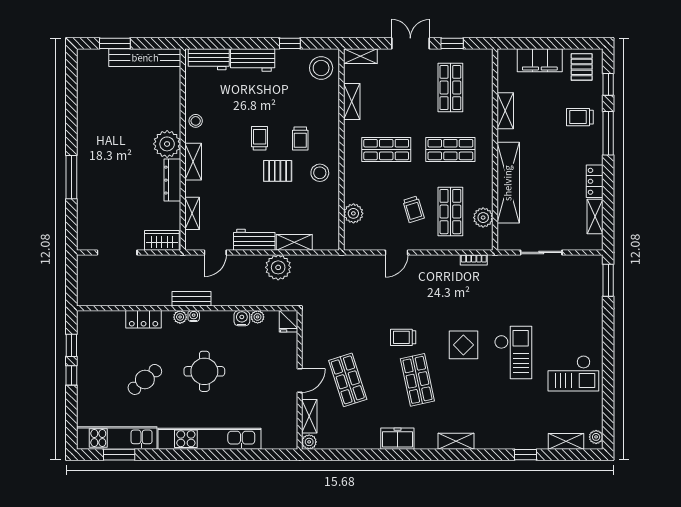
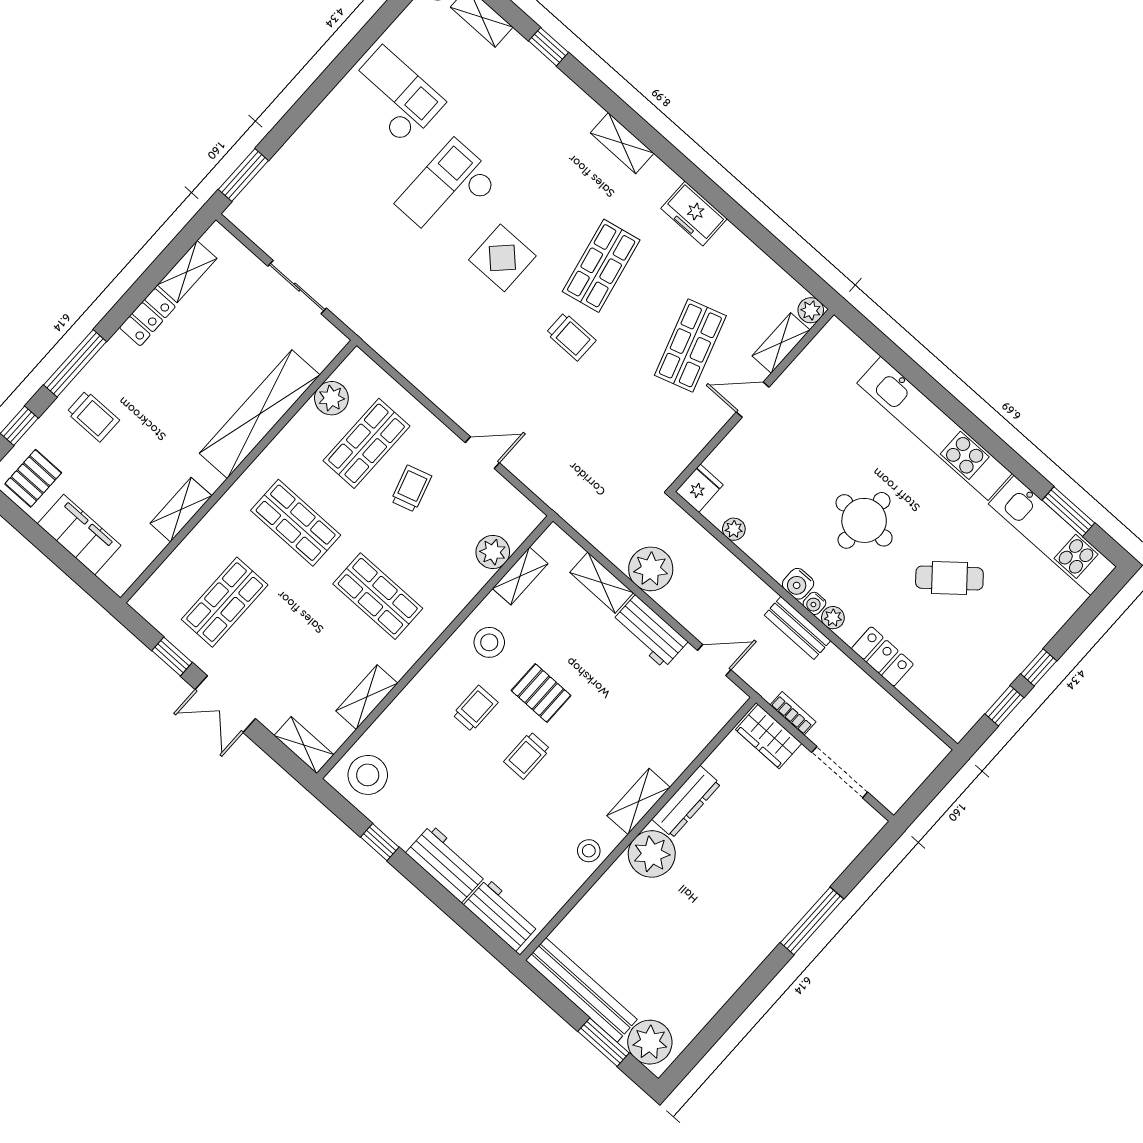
plant: (95, 62) -> (650, 1042), added
shelving: (192, 213) -> (520, 576), moved
bookcase: (474, 260) -> (793, 713), moved
water cooler: (242, 318) -> (798, 584), moved

